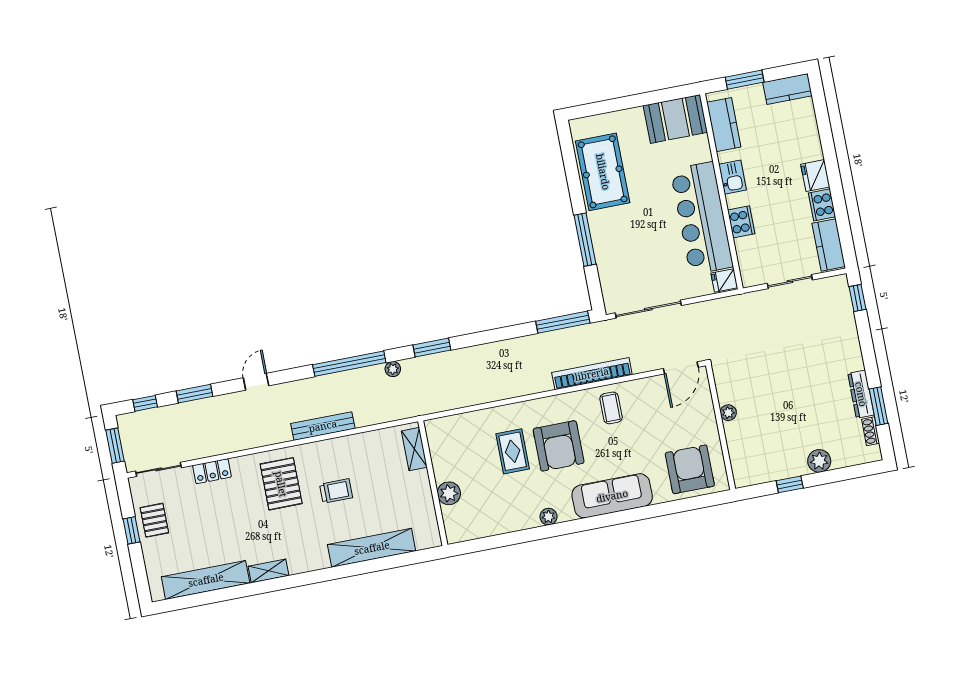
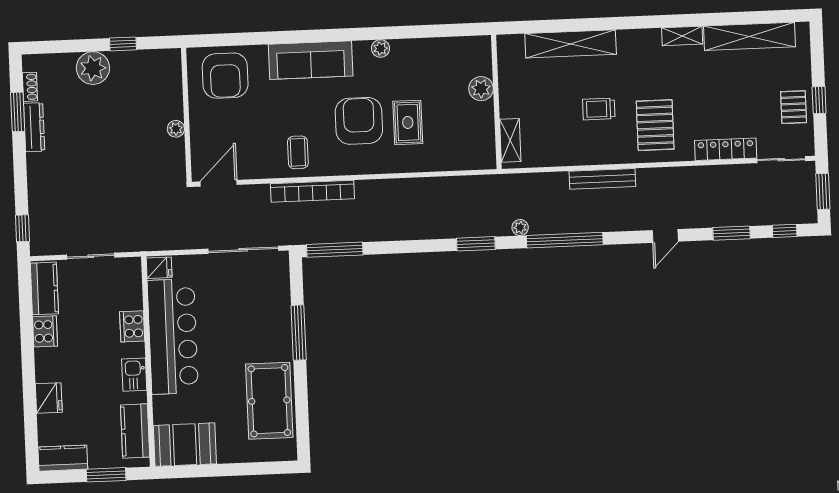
fridge: (815, 176) -> (49, 398), moved
plant: (819, 461) -> (93, 68), width x1.36, depth x1.36
locker: (212, 471) -> (726, 149), width x1.53

